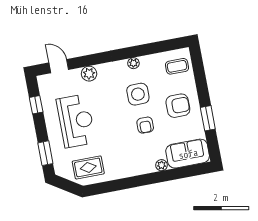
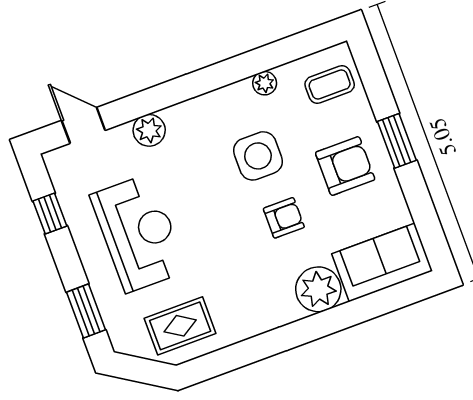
plant: (133, 63) -> (265, 83), moved
window: (208, 118) -> (397, 141), moved
armchair: (145, 125) -> (284, 218), turned -90
plant: (162, 165) -> (318, 289), width x1.87, depth x1.87

